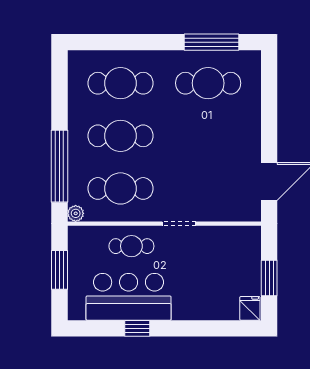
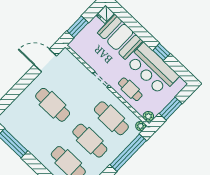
cafe table: (208, 83) -> (53, 105), moved
plant: (78, 234) -> (148, 116), added
window: (269, 278) -> (78, 27), moved
booth: (205, 298) -> (120, 37), added

